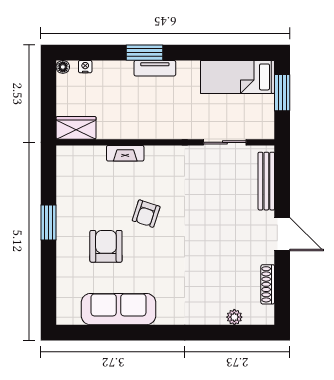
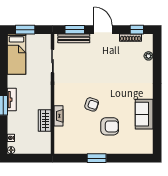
wardrobe: (76, 128) -> (45, 120), moved
window: (282, 183) -> (75, 30), added
door: (282, 234) -> (103, 30), hinge flipped
armchair: (106, 246) -> (110, 126), turned 180
window: (282, 296) -> (137, 30), added
sofa: (118, 309) -> (144, 114), width x0.73

